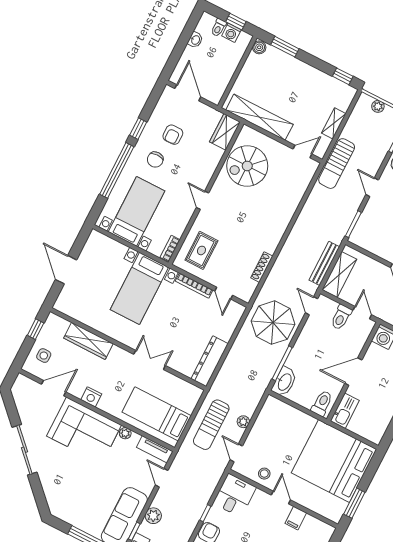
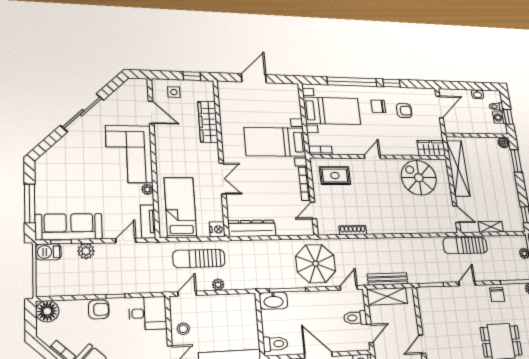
armchair: (173, 135) -> (404, 111), turned 180
nightstand: (91, 397) -> (217, 229), moved, turned 180

